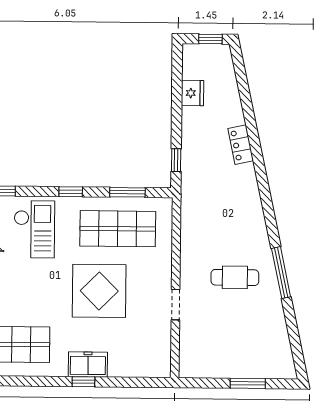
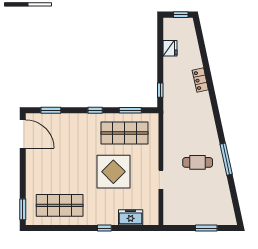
checkout: (34, 229) -> (73, 134), removed
freezer: (88, 364) -> (131, 217), moved

